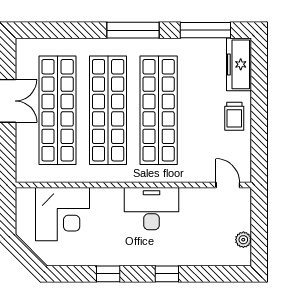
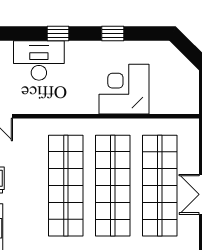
desk: (152, 209) -> (39, 61), moved, turned 180
corner desk: (63, 214) -> (124, 89), moved

